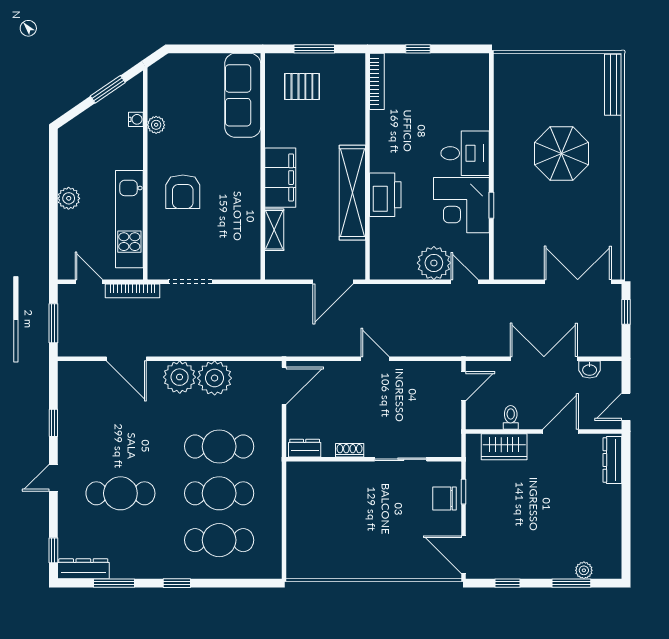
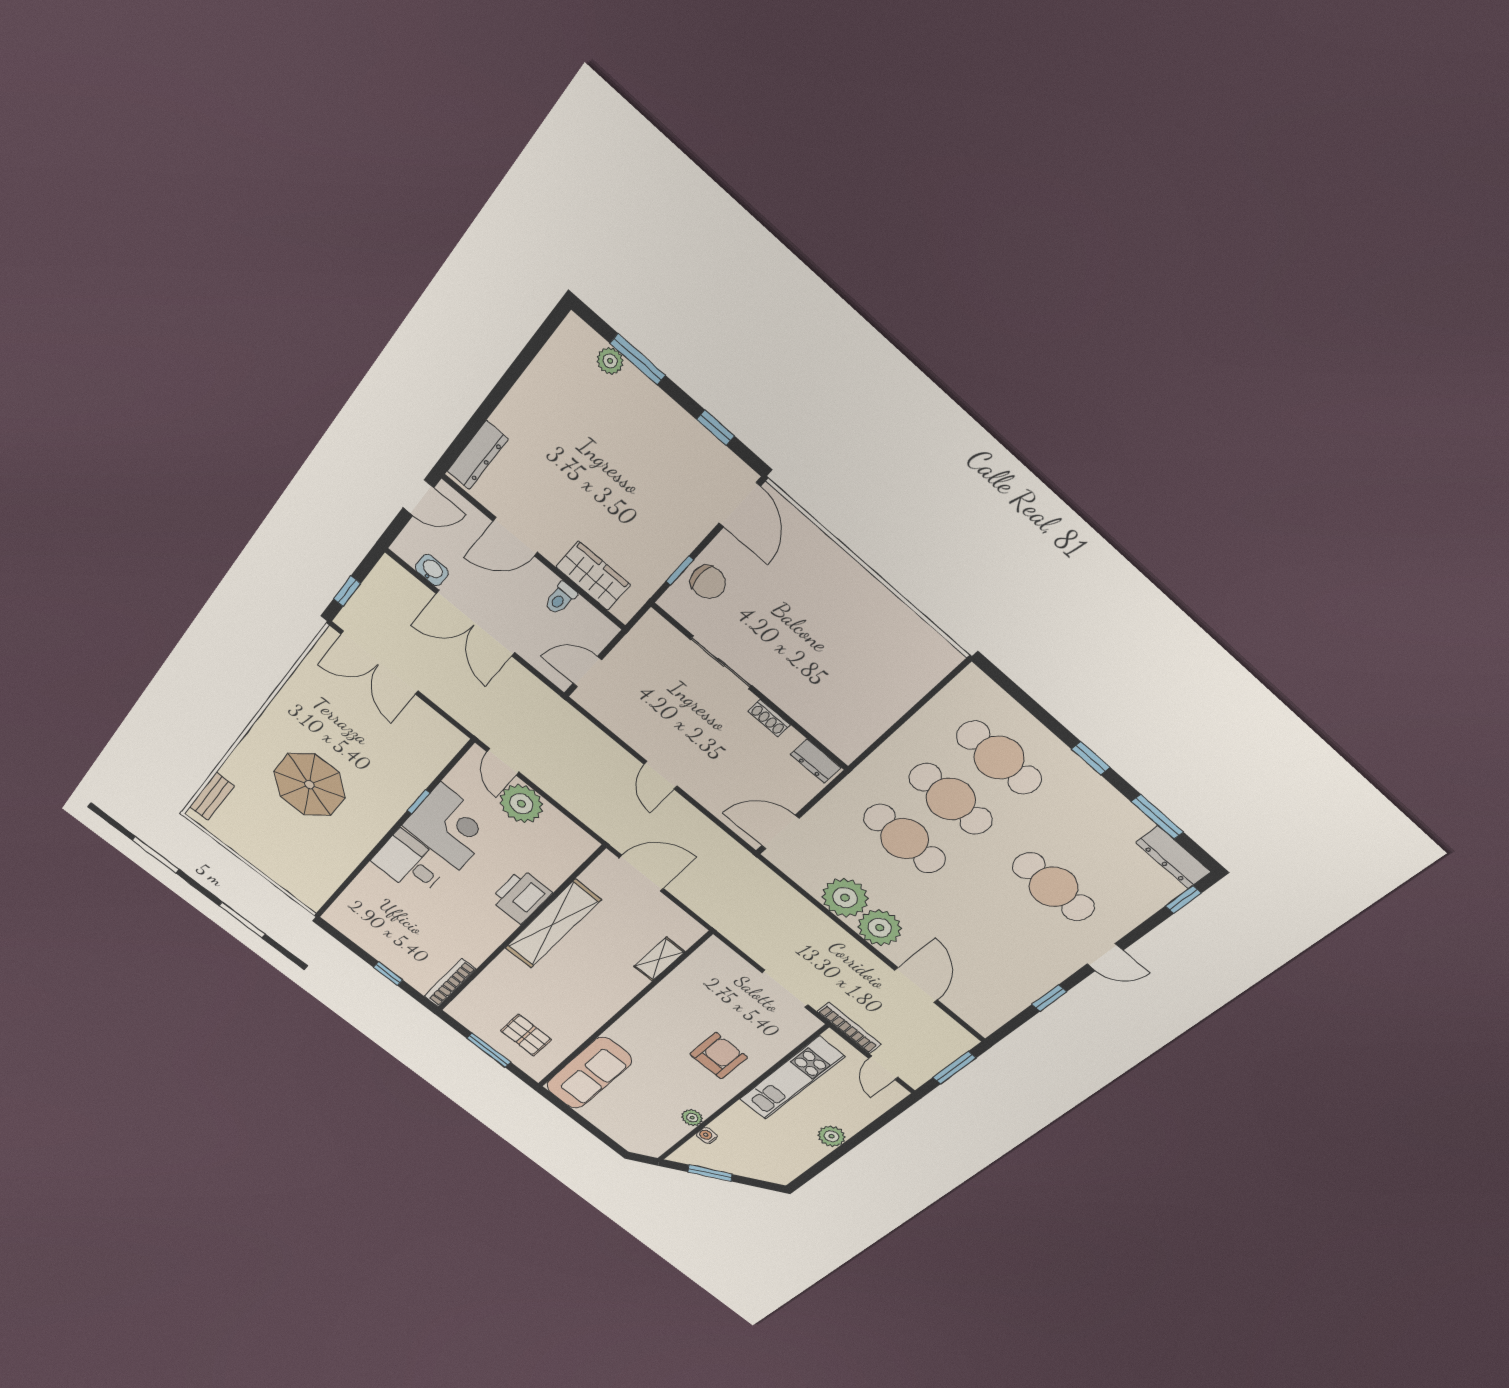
bench: (613, 85) -> (212, 796), width x0.73
filing cabinet: (280, 178) -> (613, 991), removed

